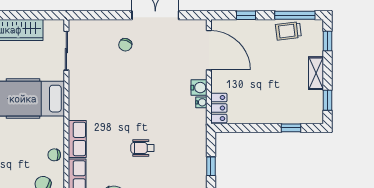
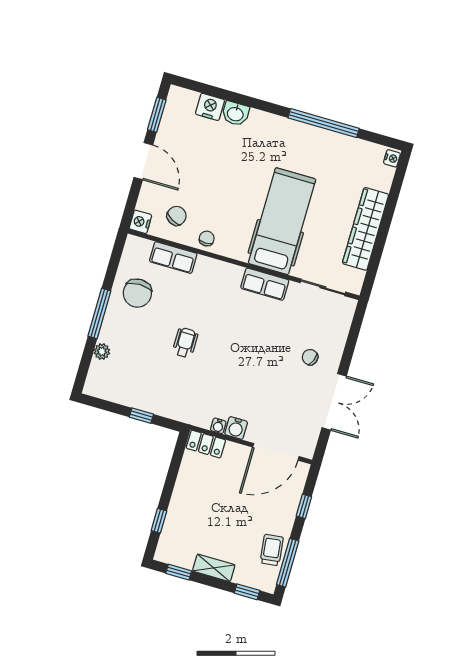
row of seats: (77, 139) -> (265, 284), moved

